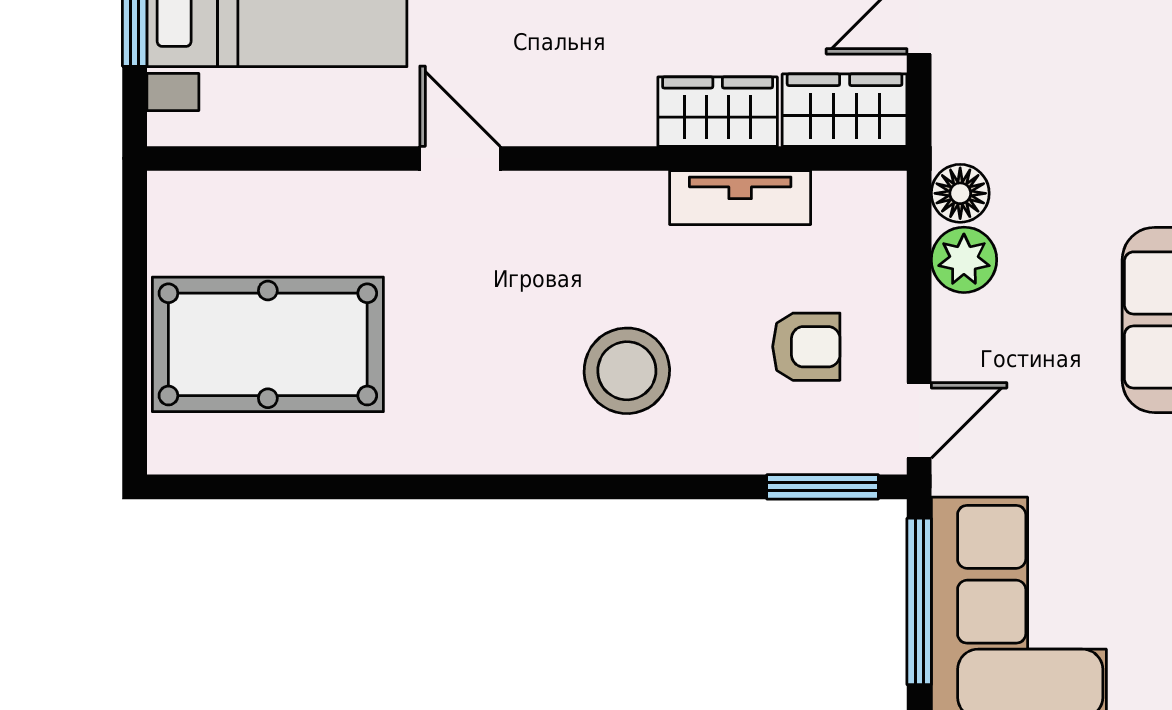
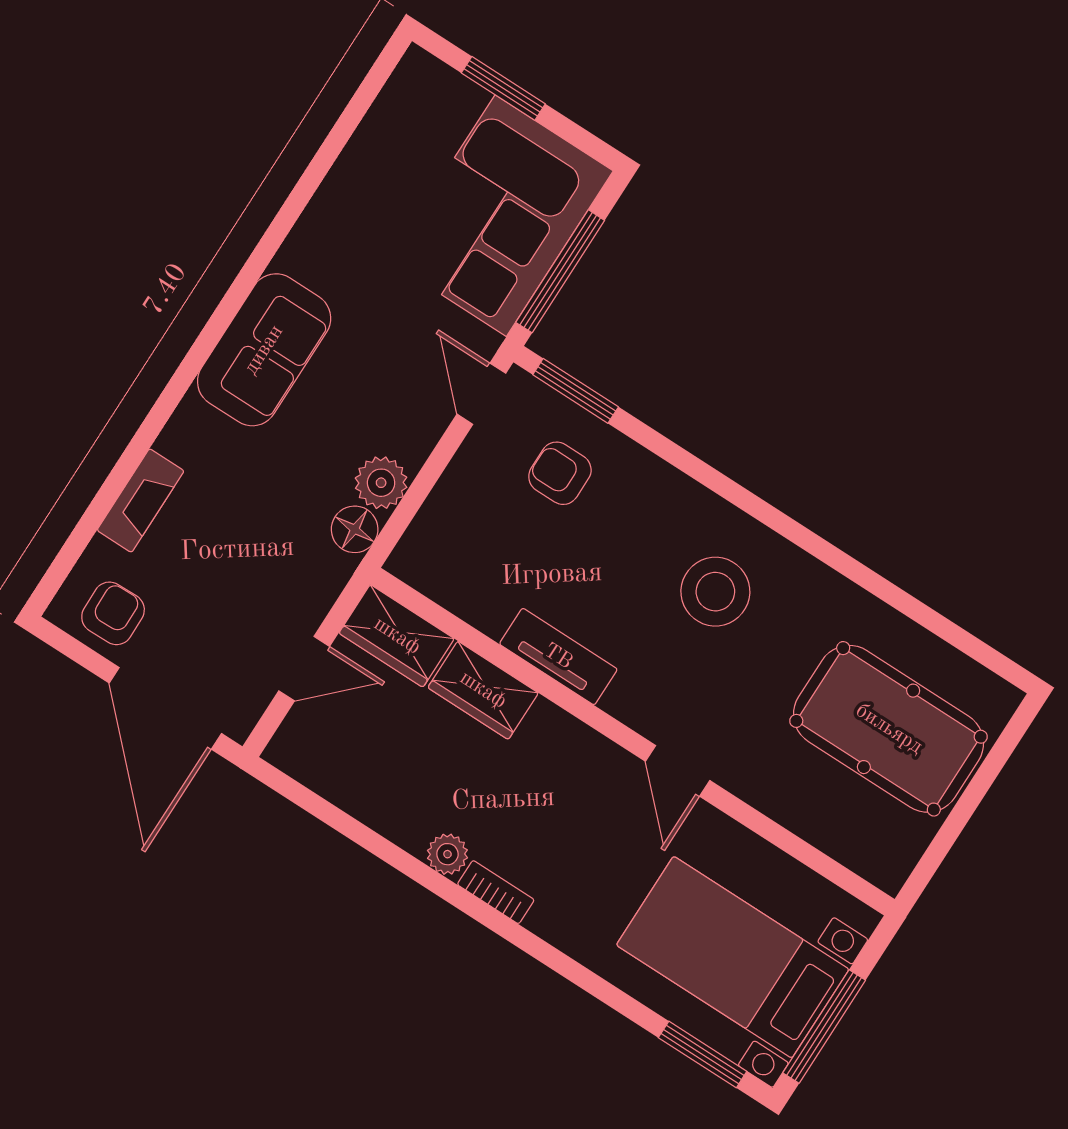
tv unit: (740, 198) -> (558, 657), moved
armchair: (806, 347) -> (560, 473), moved
stool: (627, 371) -> (715, 592), moved
door: (919, 420) -> (481, 394), hinge flipped

